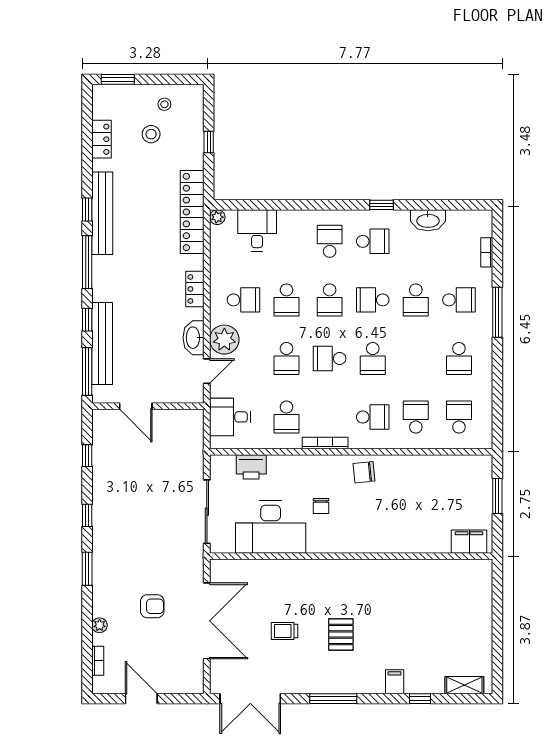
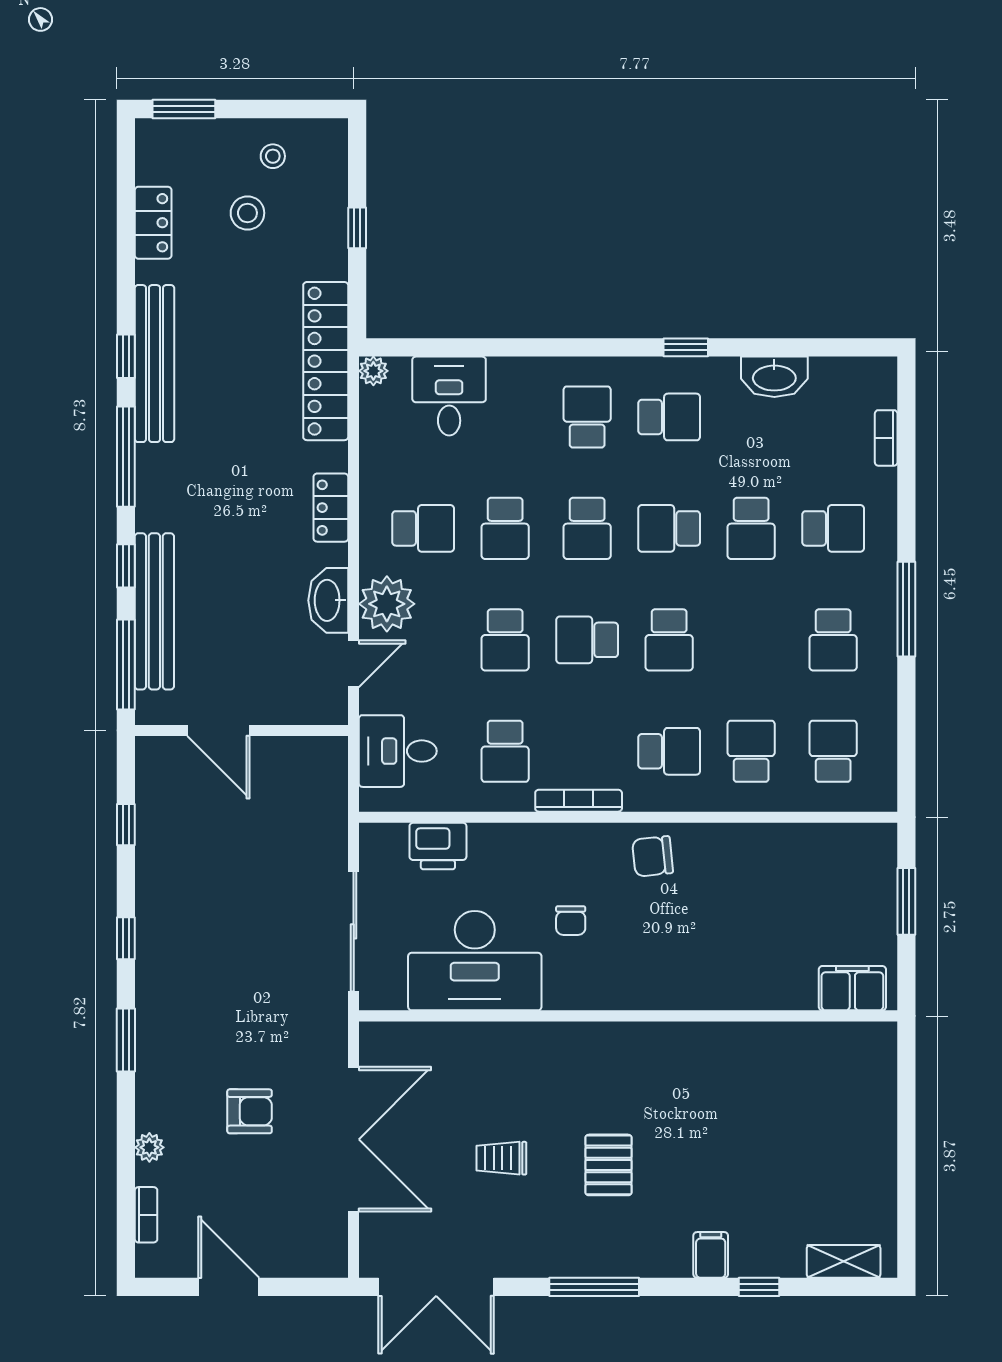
window: (497, 312) -> (906, 609), moved

